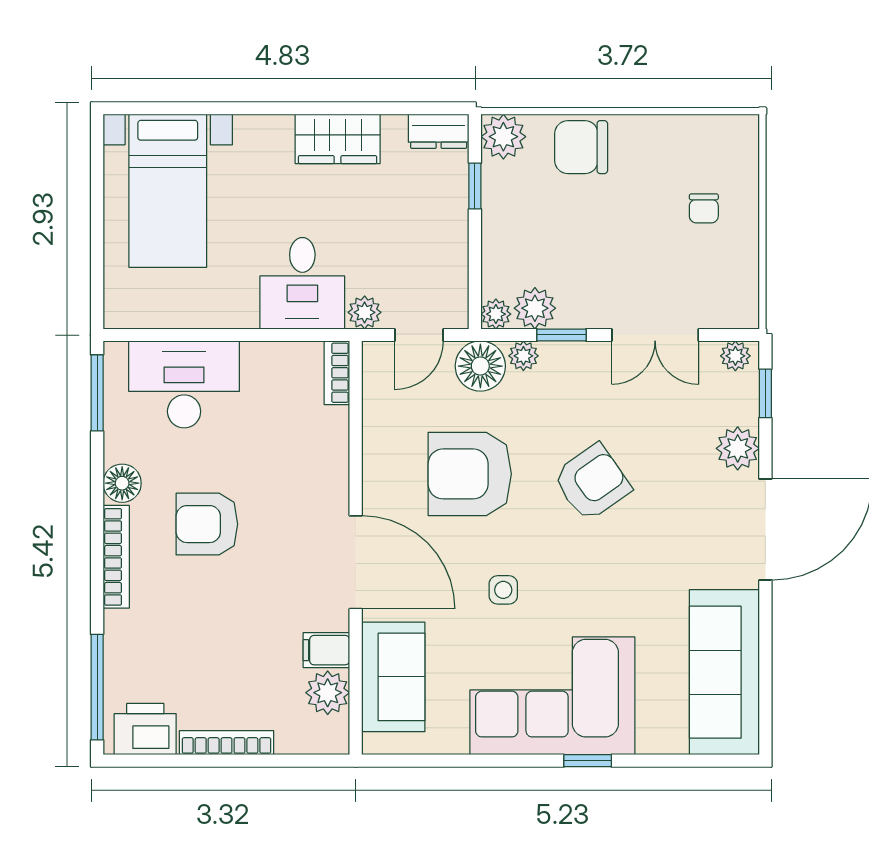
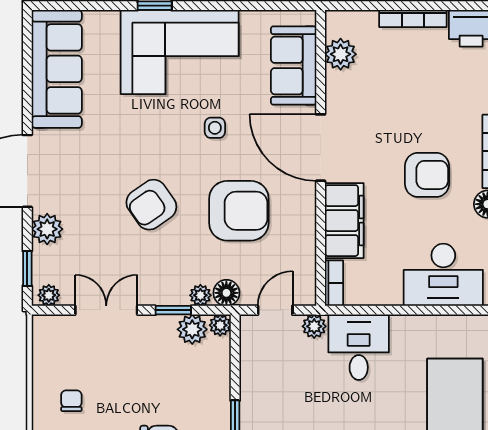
floor lamp: (480, 366) -> (226, 293), width x0.73, depth x0.73
filing cabinet: (326, 650) -> (344, 221), moved, width x3.00, depth x1.17

